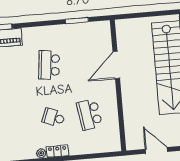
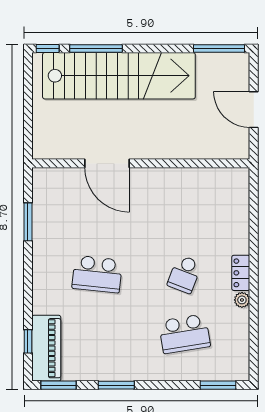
school desk: (89, 114) -> (185, 334), moved
door: (156, 150) -> (254, 110), hinge flipped

